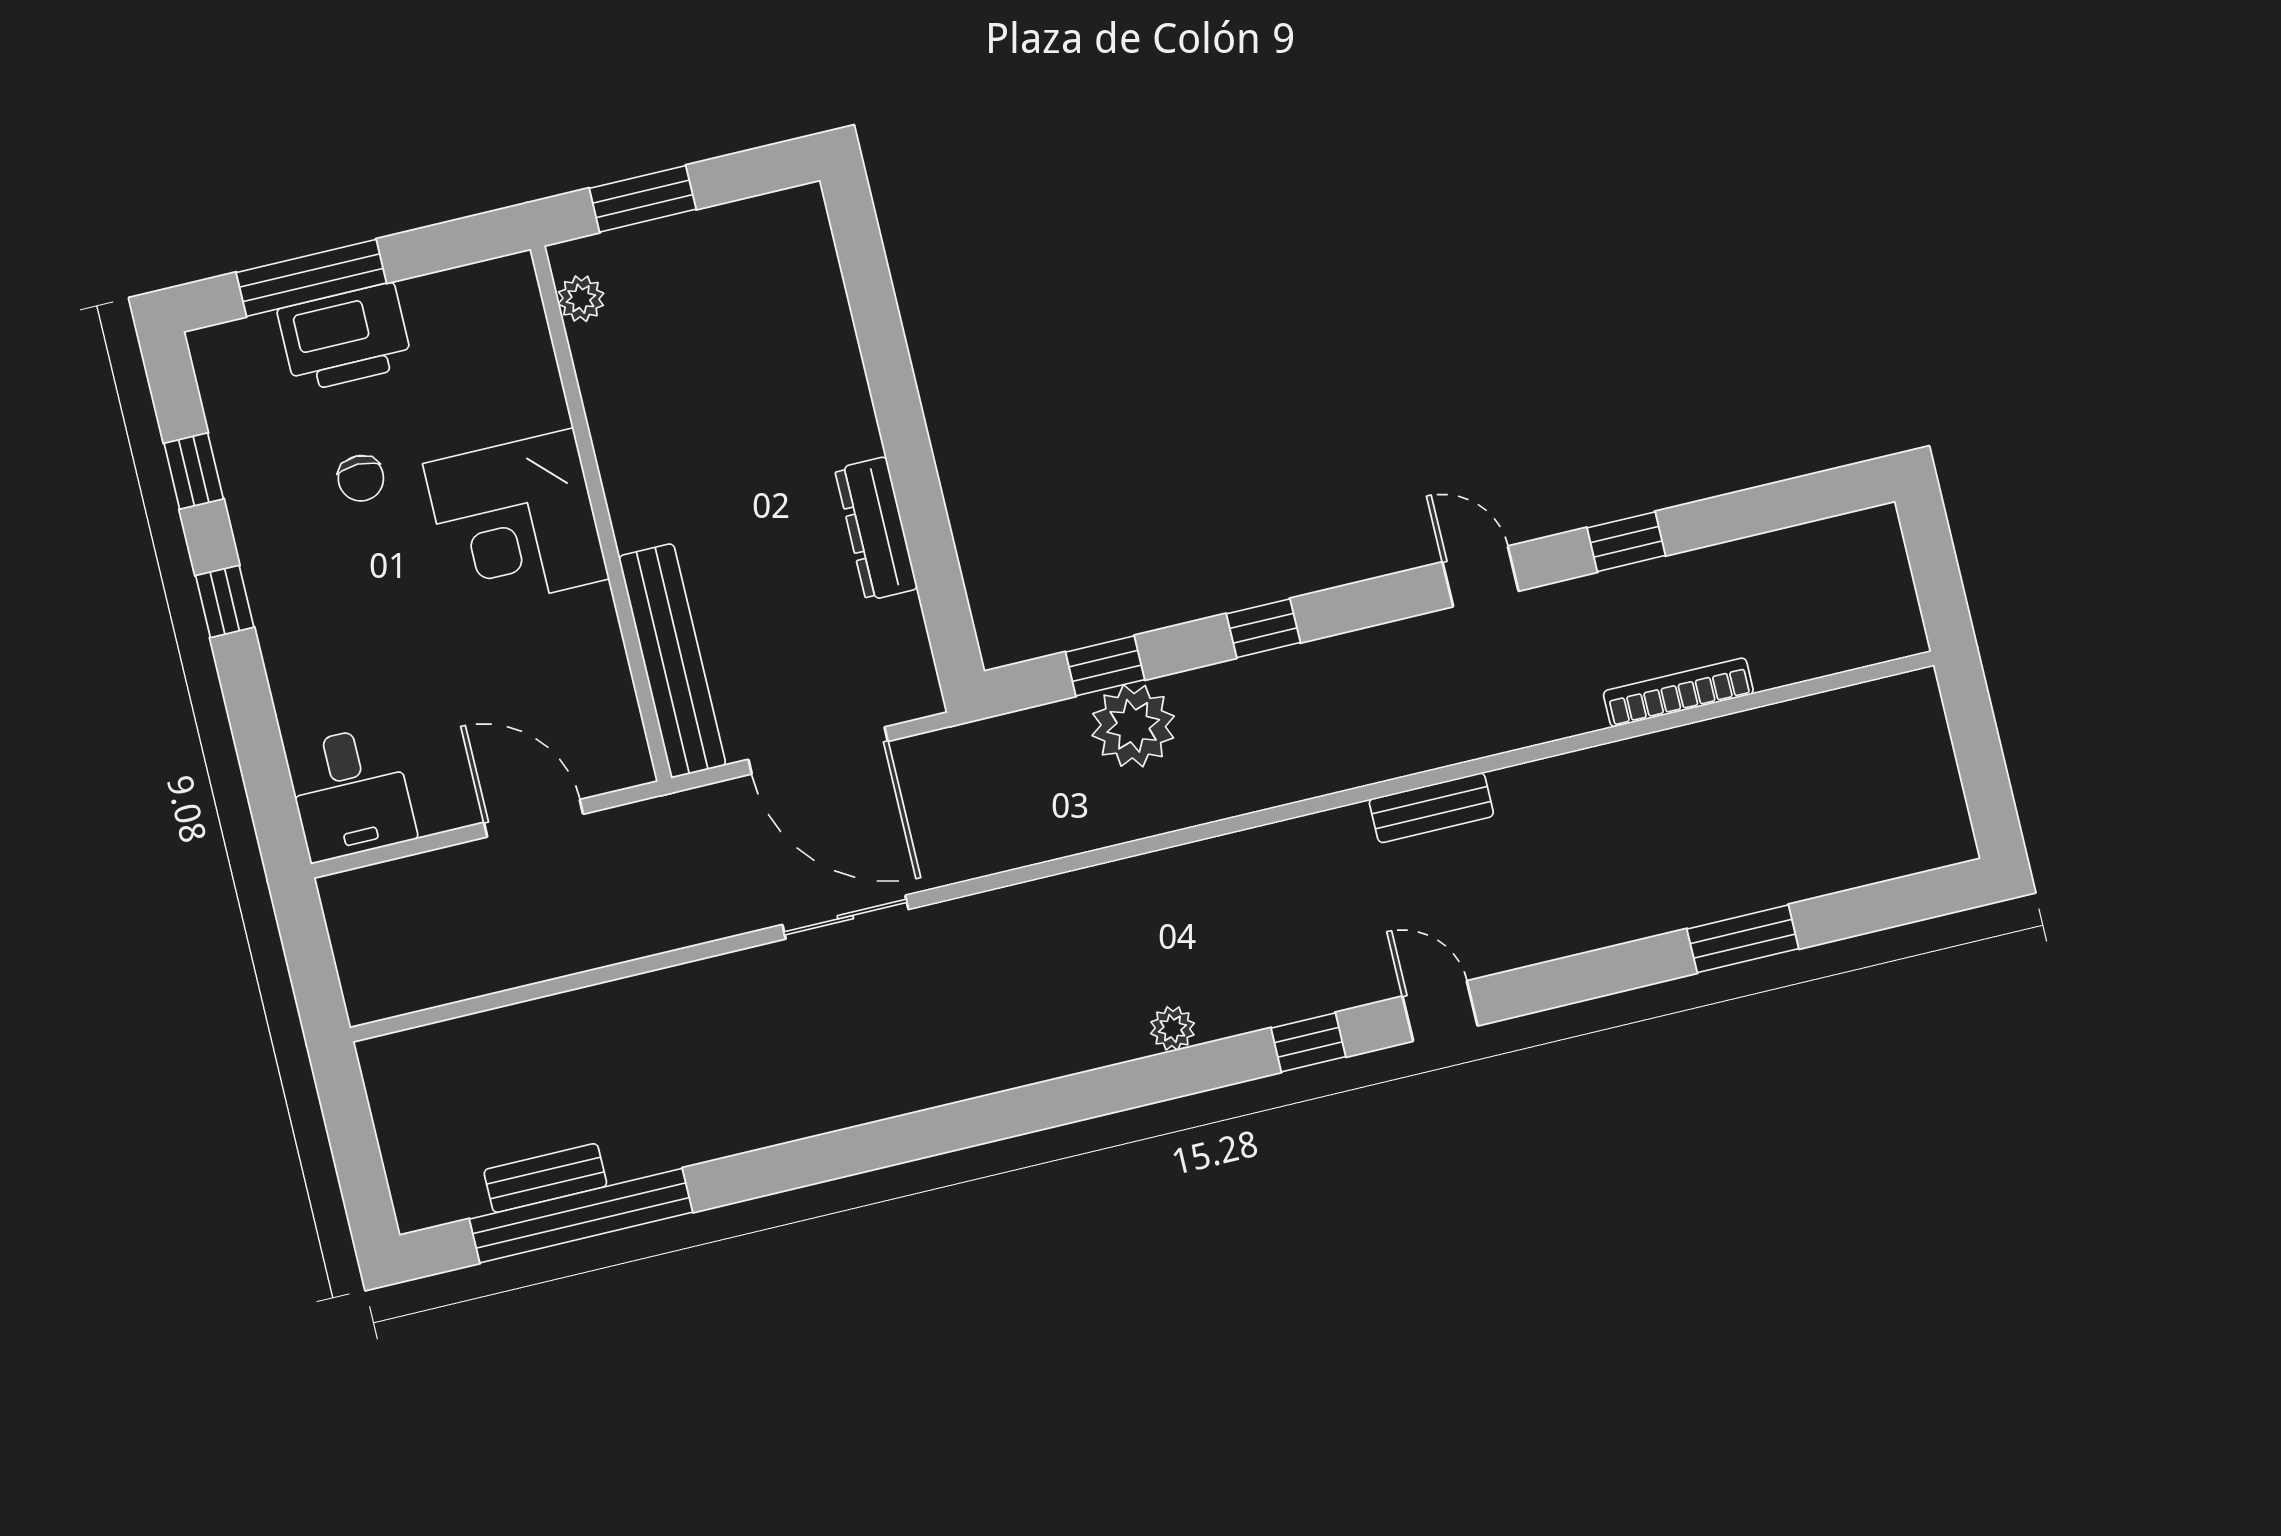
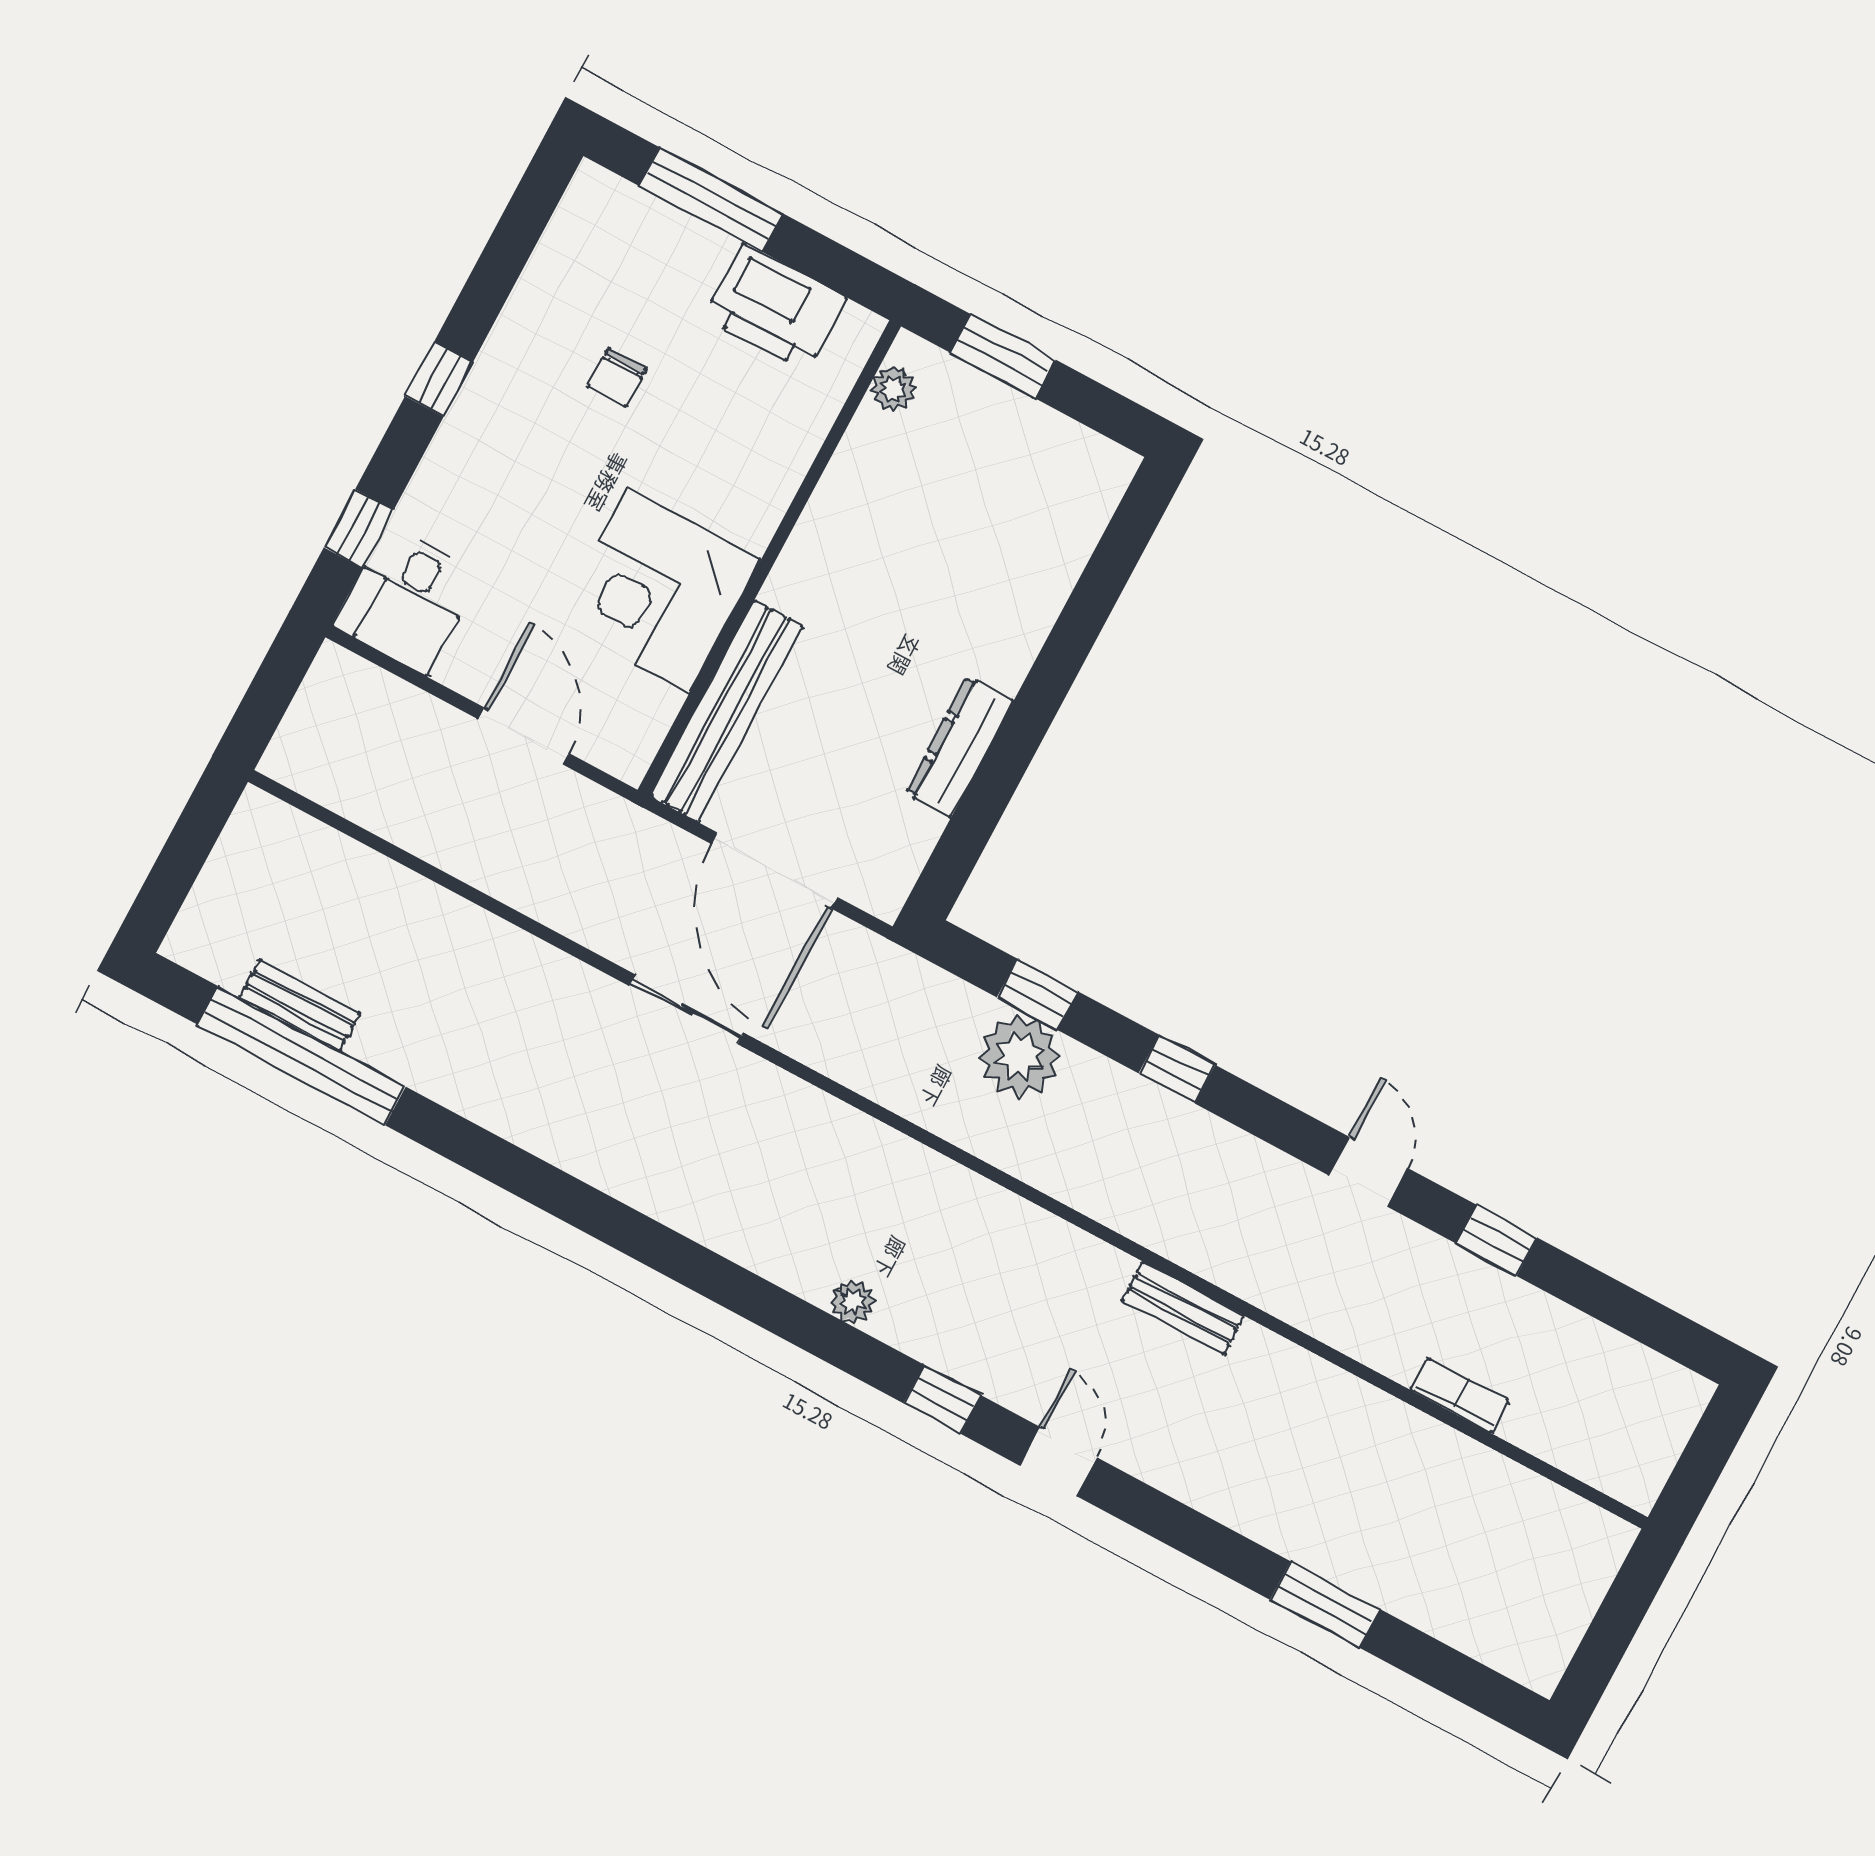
printer: (345, 338) -> (775, 307), moved
window: (194, 471) -> (359, 529), moved
corner desk: (516, 521) -> (659, 590), moved
bookcase: (1678, 692) -> (1460, 1396), width x0.64

